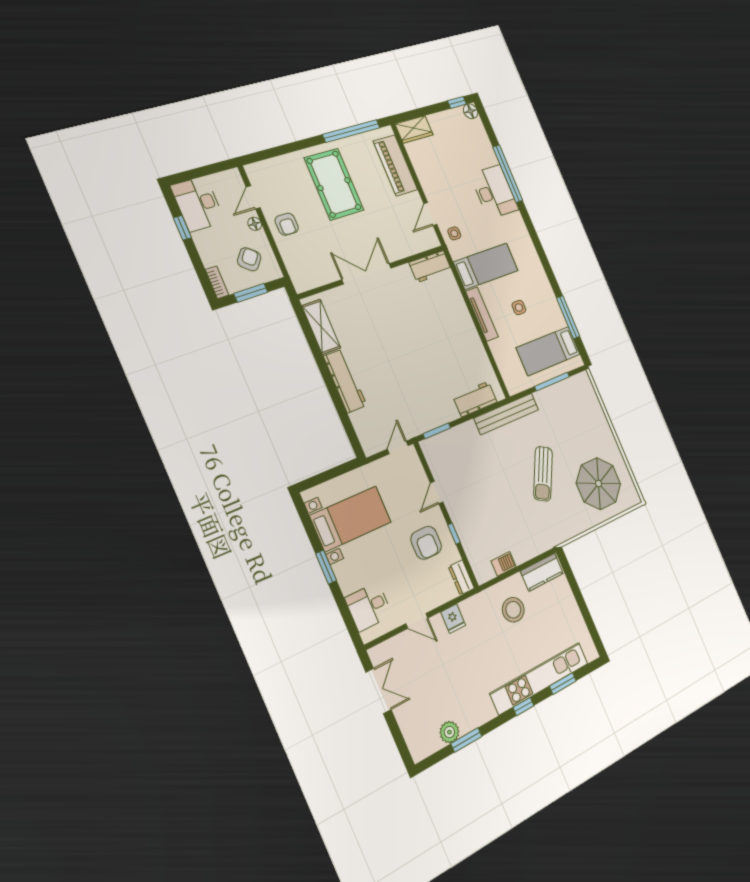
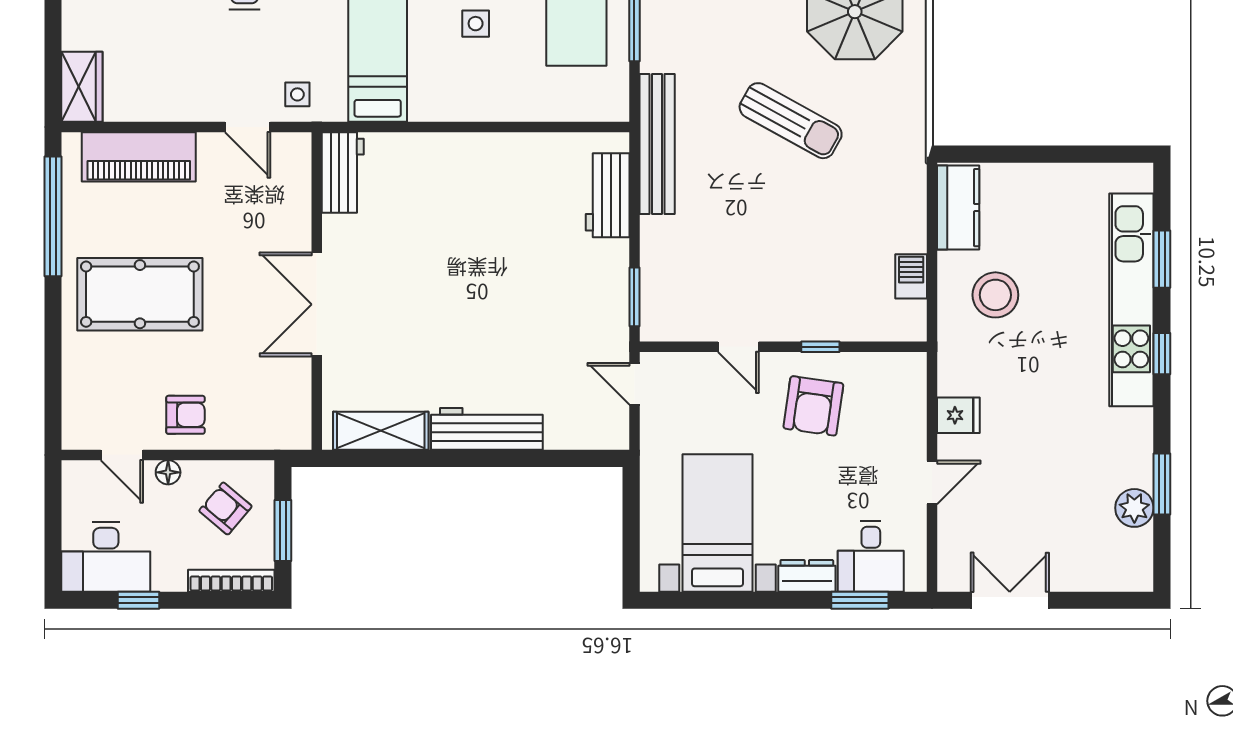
bookcase: (217, 282) -> (231, 581), width x1.56
tv unit: (482, 314) -> (462, 108), removed
armchair: (426, 543) -> (813, 406), turned 98
window: (326, 567) -> (860, 600), moved
dresser: (461, 578) -> (807, 576), moved, turned 180

